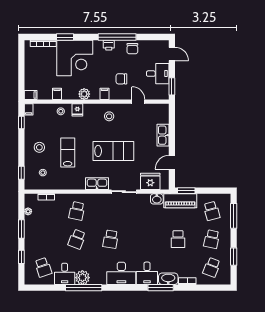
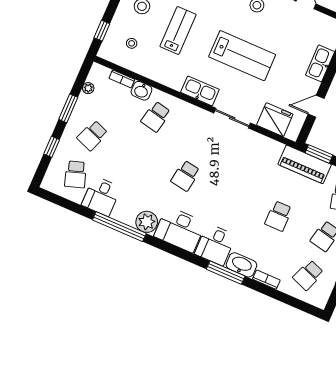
washbasin: (157, 199) -> (141, 91), moved
school desk: (77, 239) -> (92, 135), moved
plant: (82, 278) -> (147, 222), moved

